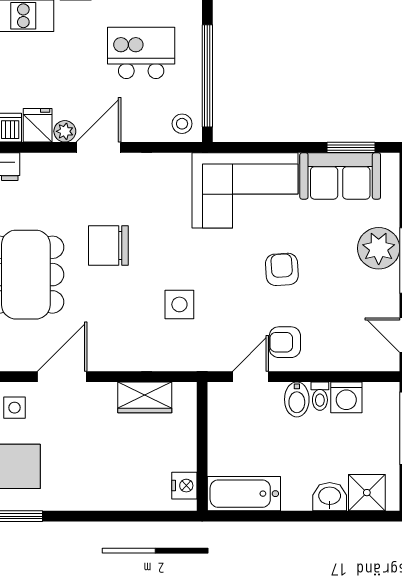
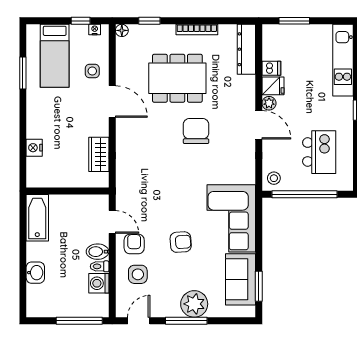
side table: (179, 304) -> (138, 274), moved
nightstand: (184, 486) -> (34, 148), moved, turned 90
shower: (367, 493) -> (38, 296), removed

